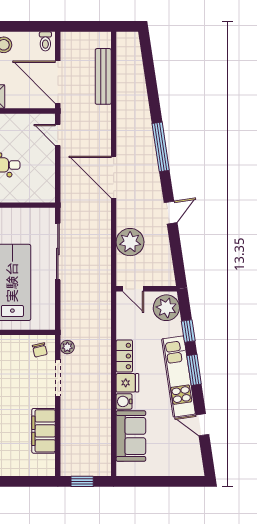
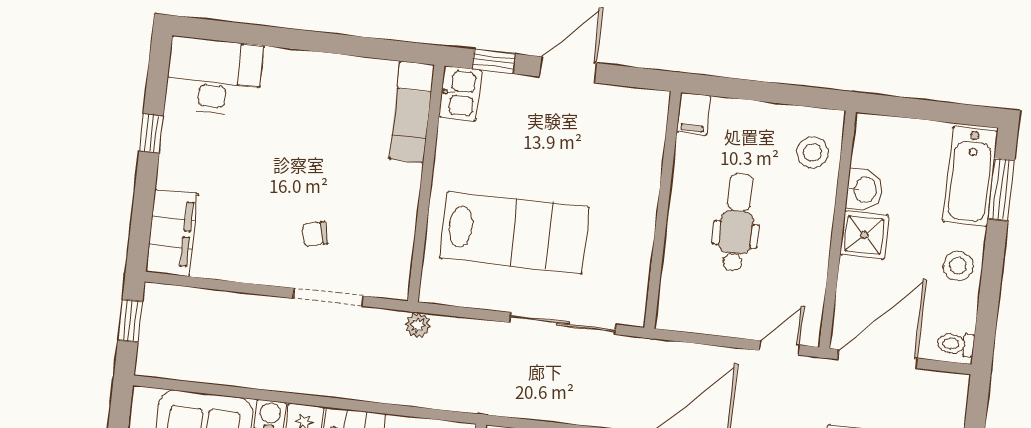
plant: (67, 347) -> (418, 325), moved
chair: (40, 350) -> (315, 234), moved
filing cabinet: (44, 431) -> (172, 232), moved, turned 90

